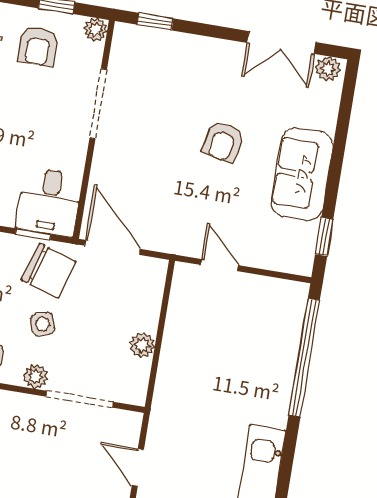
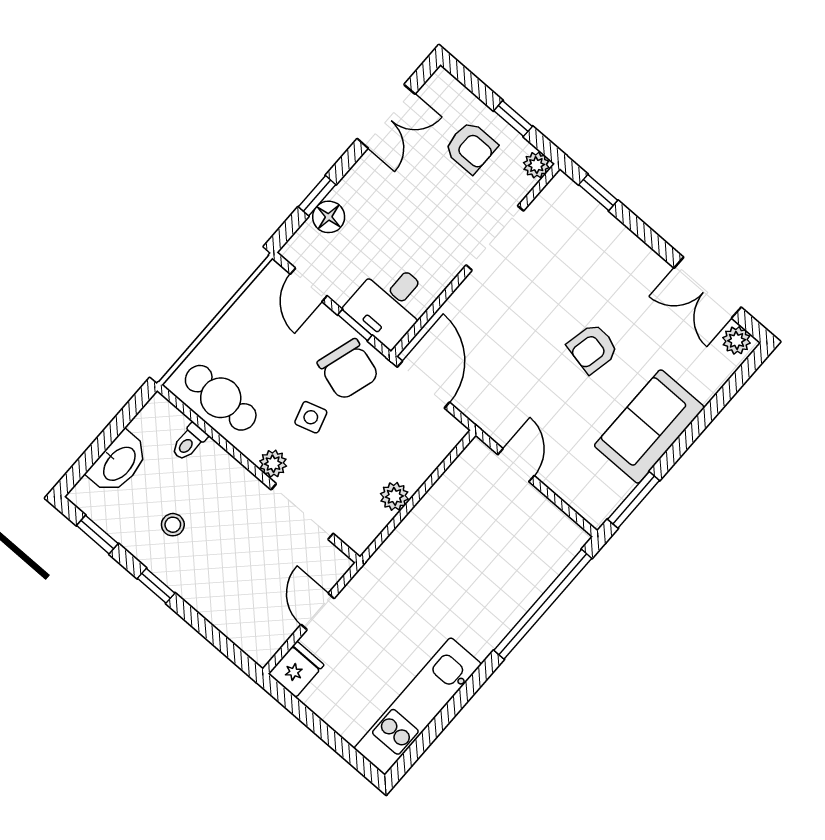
armchair: (38, 47) -> (471, 147), turned -90
window: (324, 237) -> (634, 500), width x1.50

